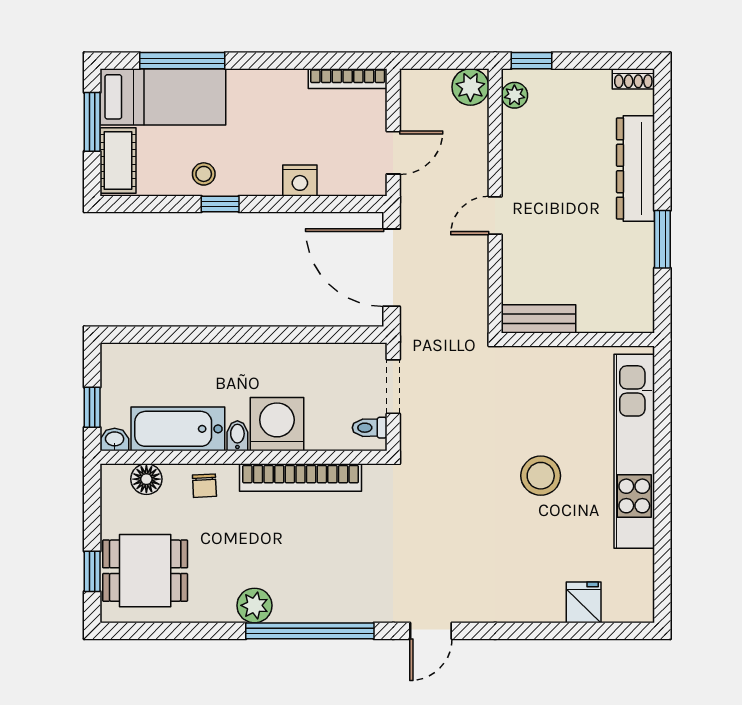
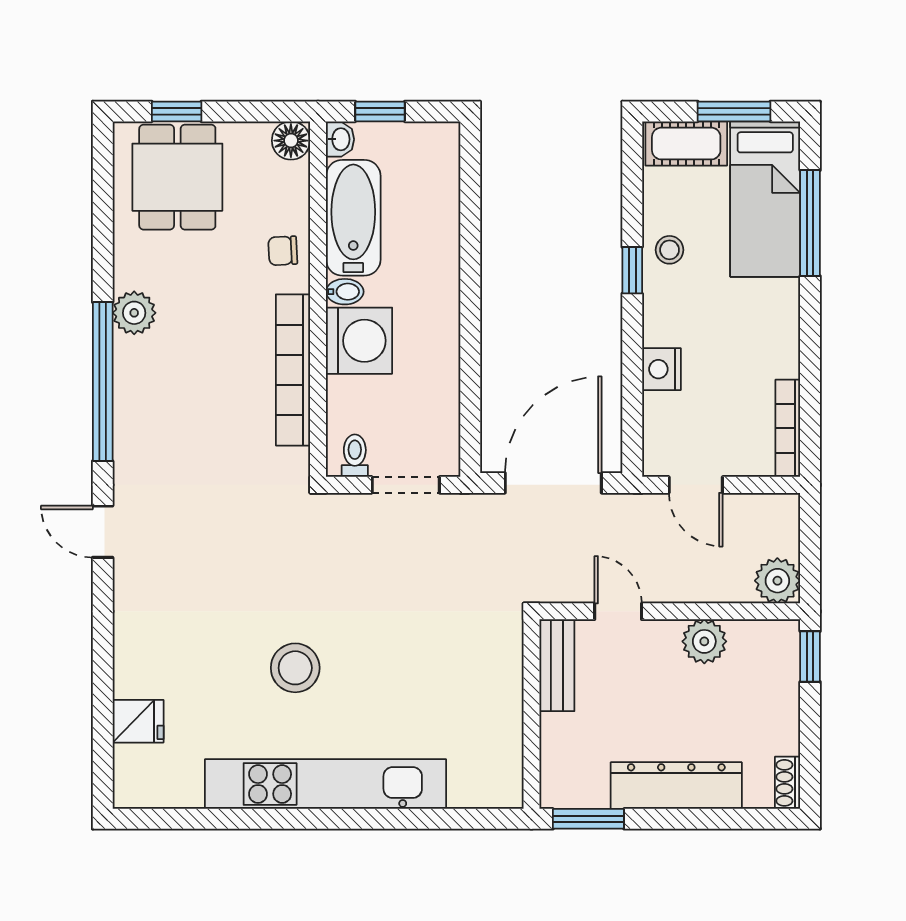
plant: (514, 95) -> (704, 641), moved, width x1.38, depth x1.38
bench: (539, 319) -> (557, 665), moved
wall: (578, 339) -> (531, 714), moved
floor lamp: (146, 479) -> (291, 141), moved

